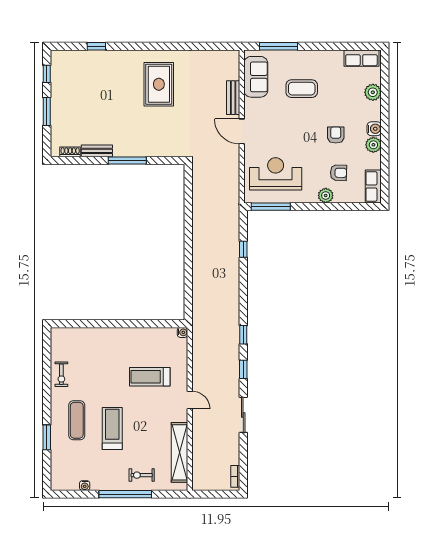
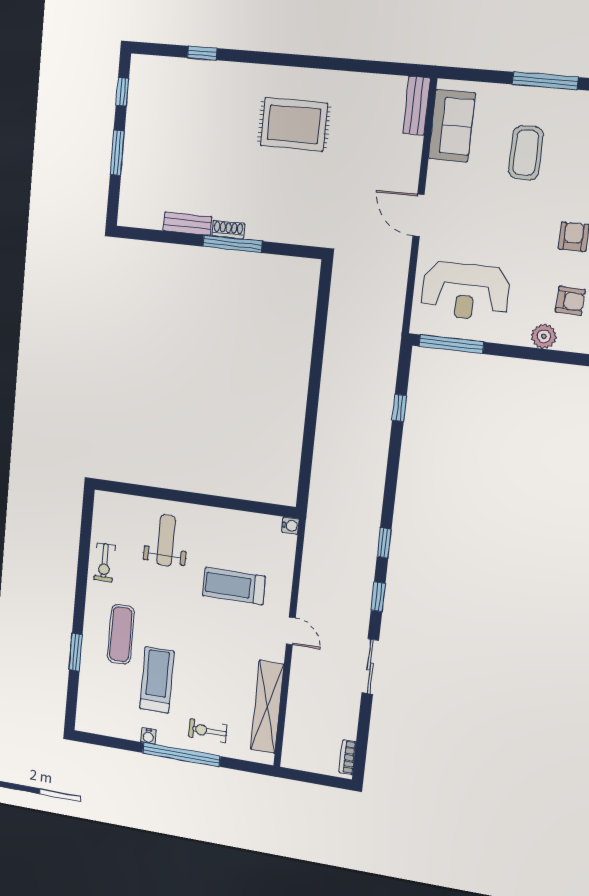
window: (279, 46) -> (545, 81), moved
rug: (159, 84) -> (294, 124), turned 90
coffee table: (302, 89) -> (526, 153), turned 90
bench: (233, 98) -> (416, 106), moved
shoe rack: (70, 152) -> (228, 230), moved
reception desk: (276, 174) -> (466, 291), turned 180
weight bench: (102, 354) -> (166, 540), added
treadmill: (112, 428) -> (157, 680), moved
water cooler: (85, 486) -> (148, 736), moved

